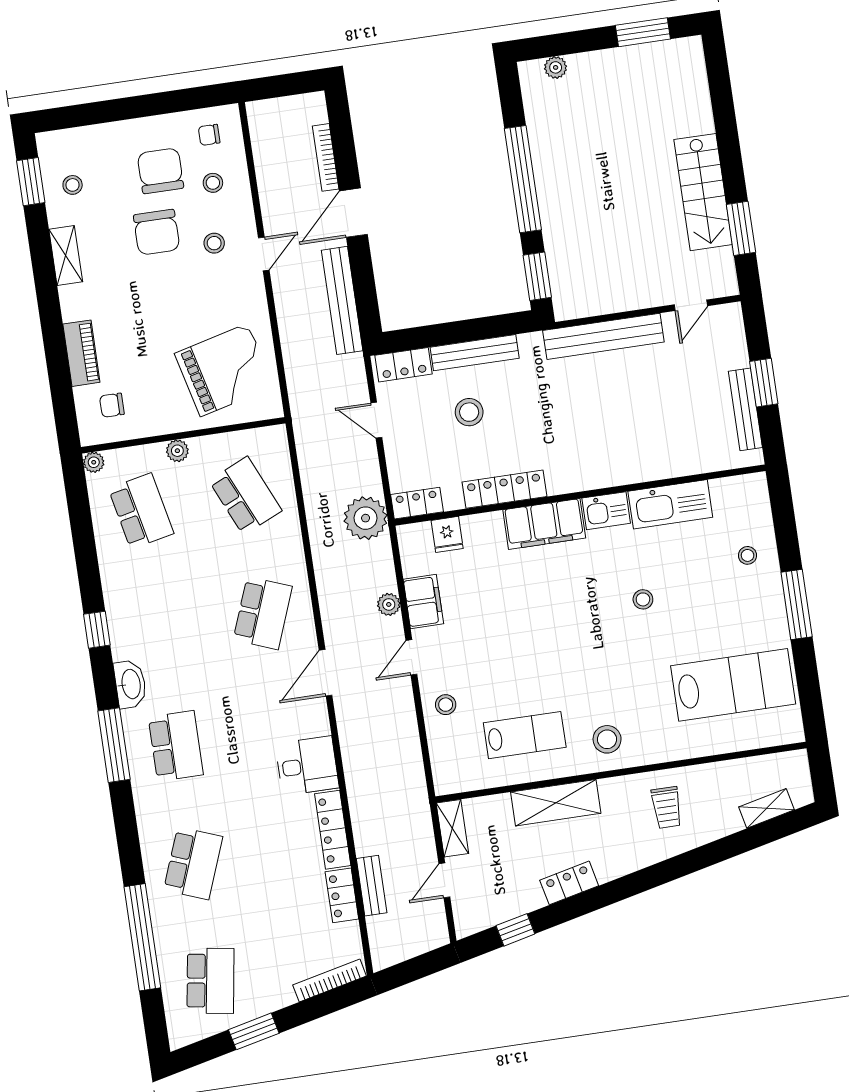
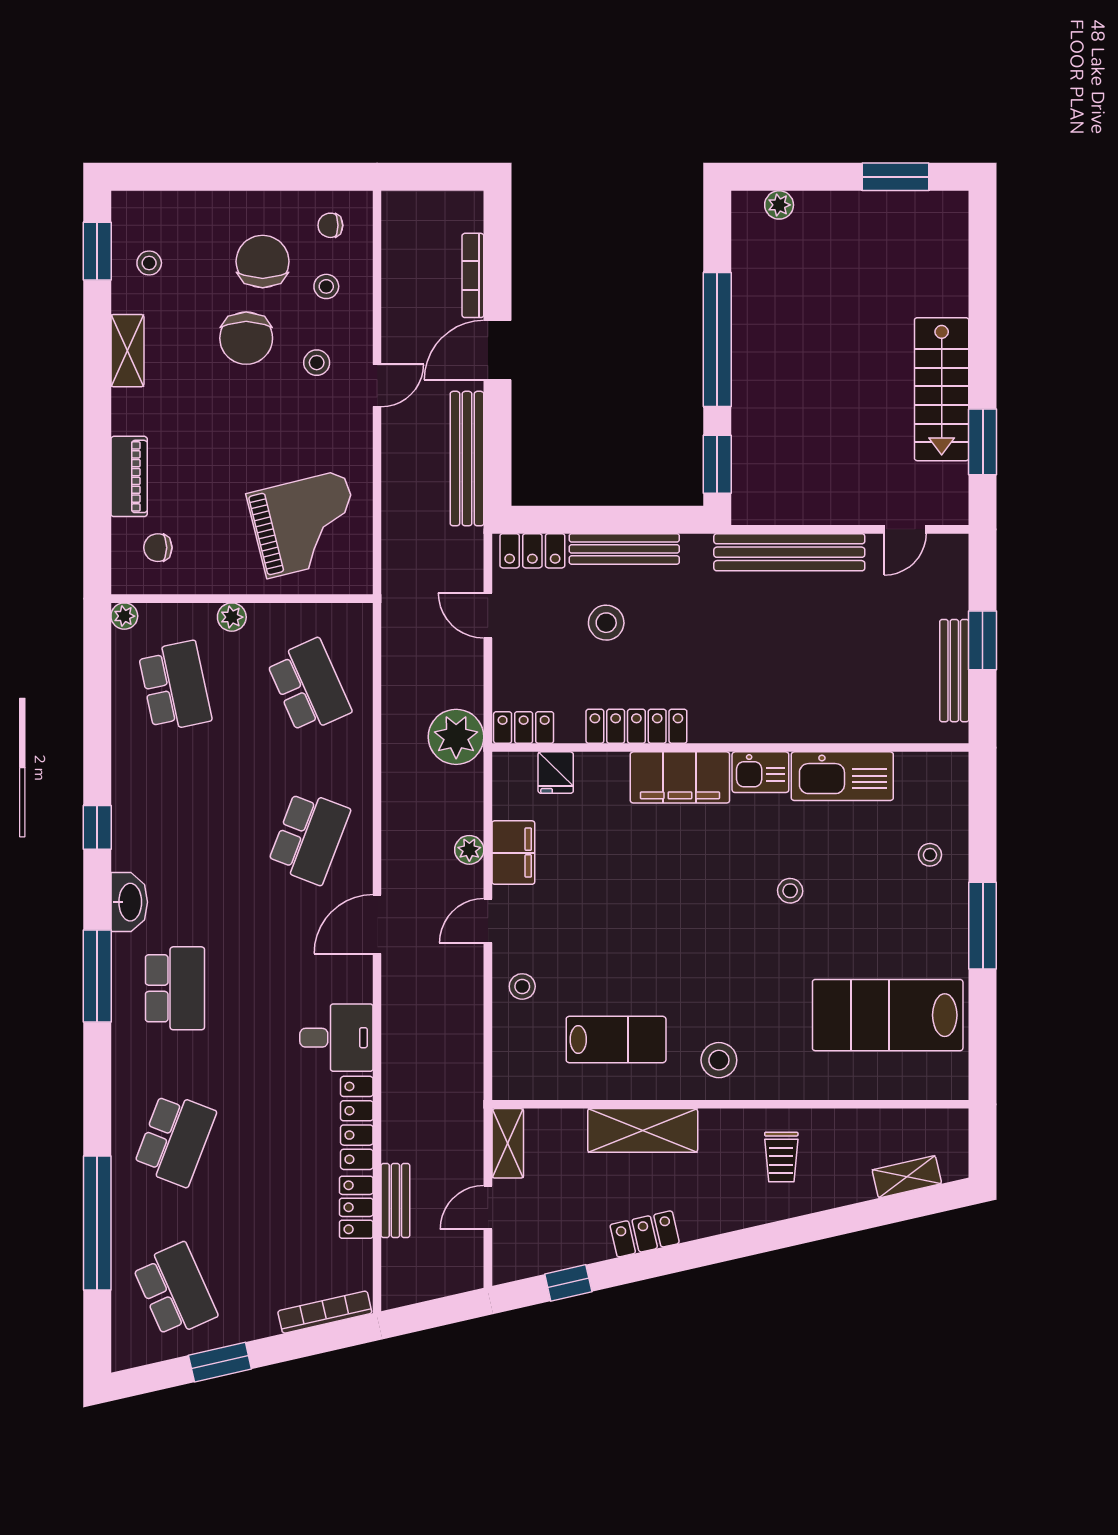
lab bench: (733, 685) -> (888, 1015), turned 180
school desk: (210, 981) -> (175, 1290), turned -33

